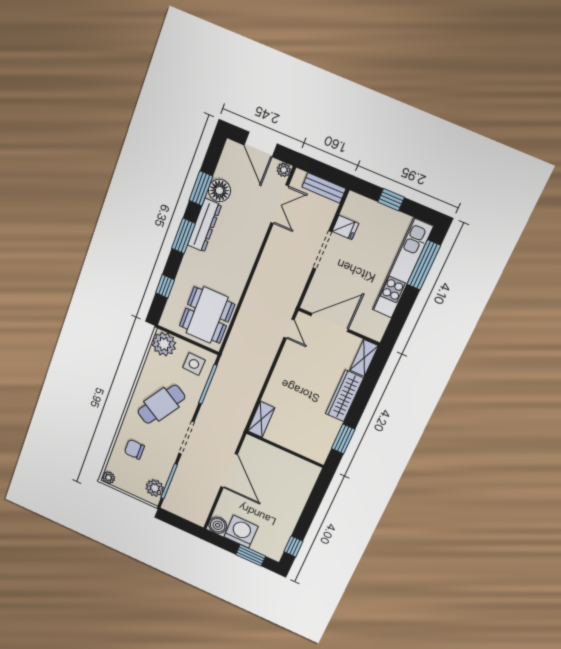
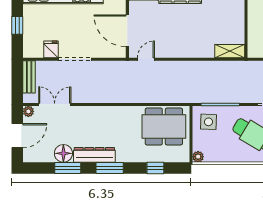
plant: (164, 344) -> (198, 157), width x0.53, depth x0.53

